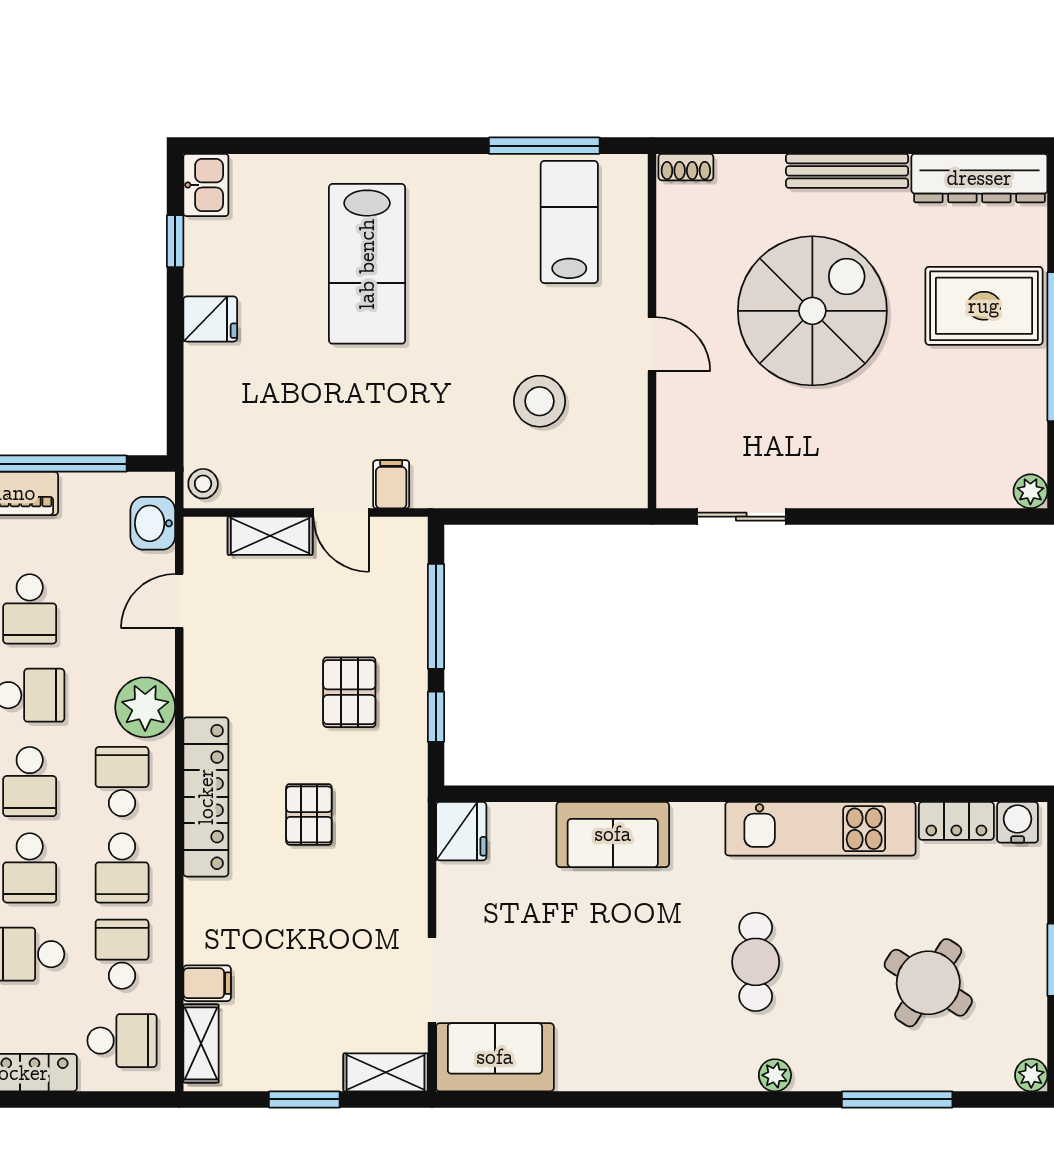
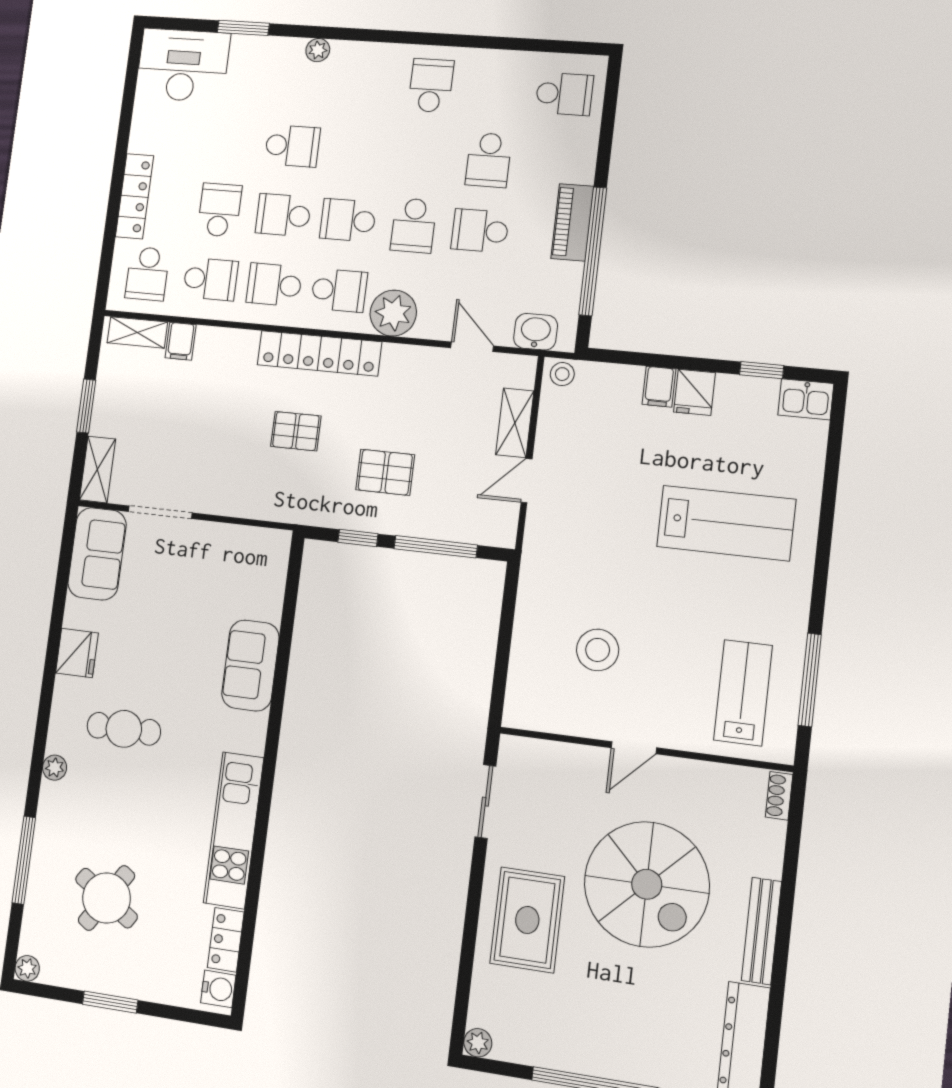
lab bench: (569, 222) -> (743, 693), turned -90
lab bench: (367, 264) -> (726, 523), turned 180
rug: (984, 306) -> (527, 920), moved
filing cabinet: (391, 484) -> (659, 387), moved, turned 90
fridge: (461, 831) -> (77, 653), moved, turned -90
cafe table: (756, 962) -> (124, 729), moved

